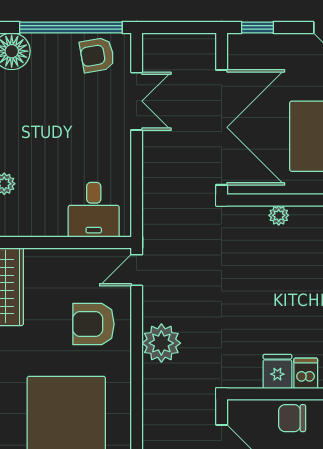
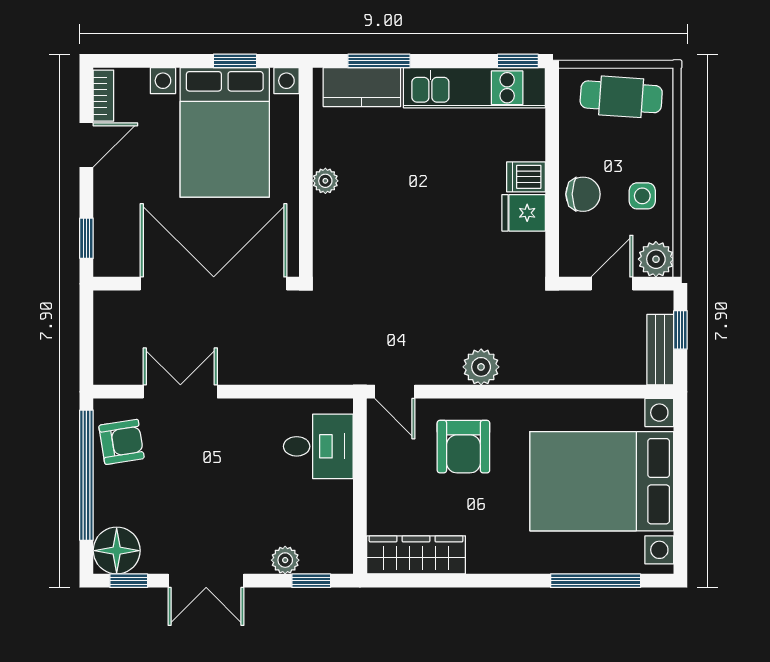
armchair: (97, 55) -> (122, 442), turned -89
plant: (279, 215) -> (325, 181), moved
plant: (161, 343) -> (481, 367), width x0.73, depth x0.73
chair: (292, 418) -> (583, 194), turned -90

